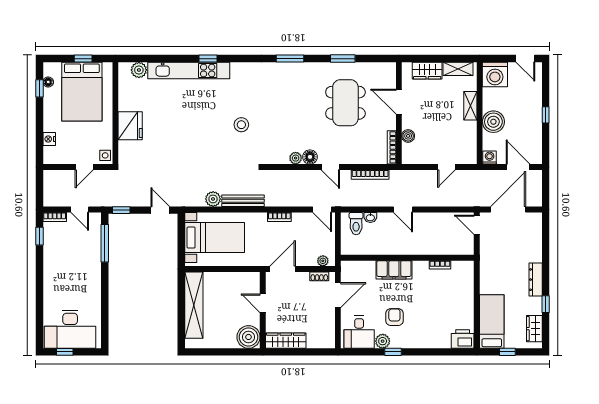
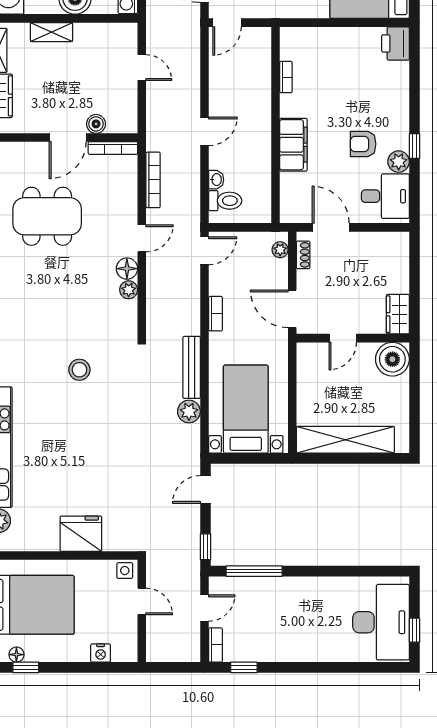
door: (399, 102) -> (68, 138), moved
wardrobe: (286, 341) -> (398, 314), width x0.67

